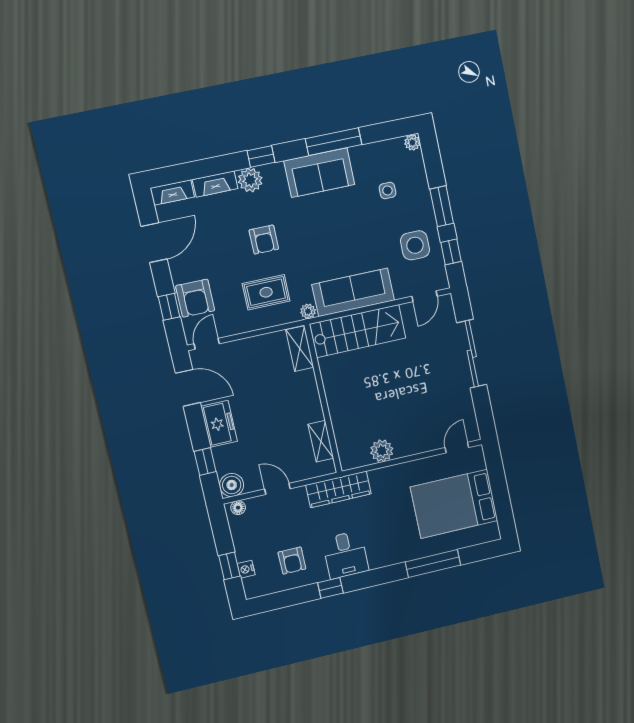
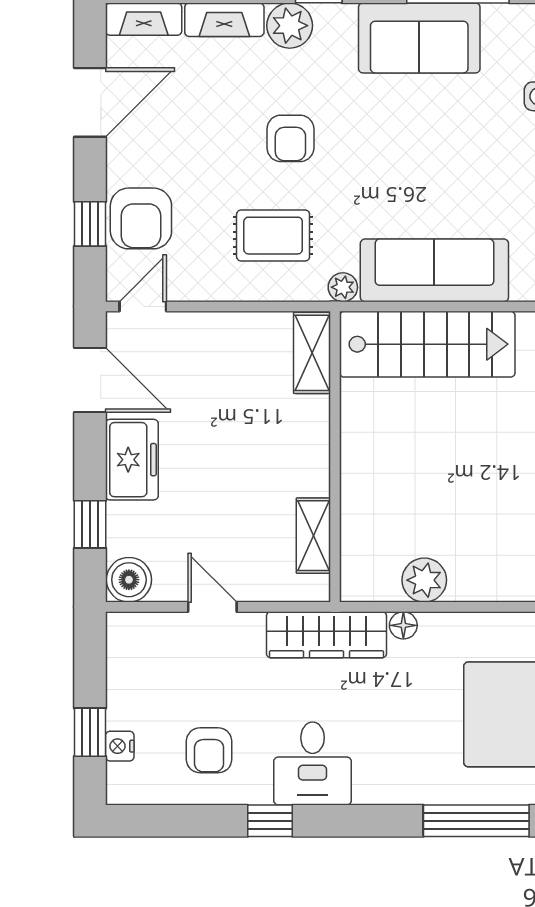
floor lamp: (238, 508) -> (403, 625), moved

